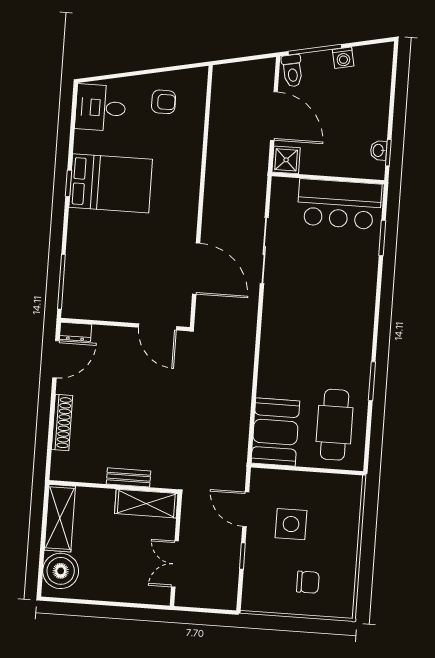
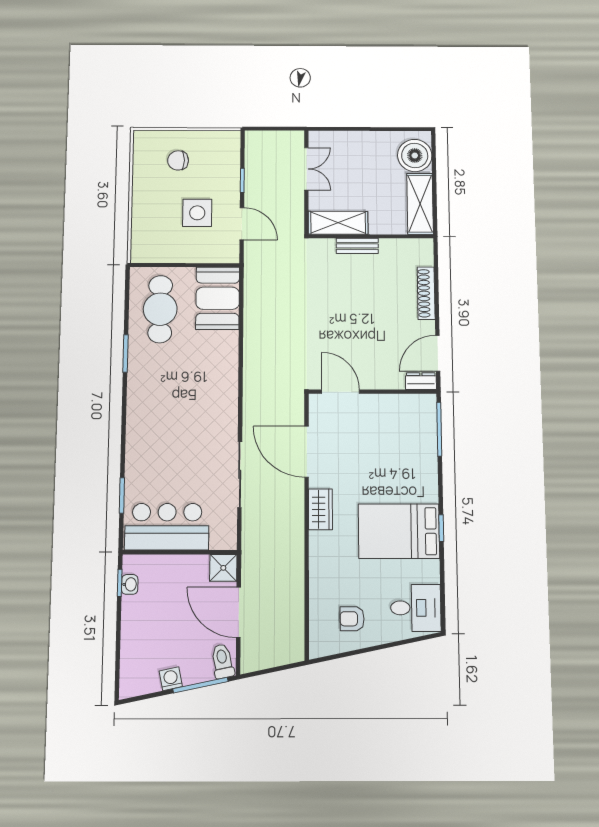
wardrobe: (186, 210) -> (321, 509), added

